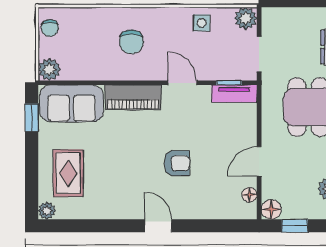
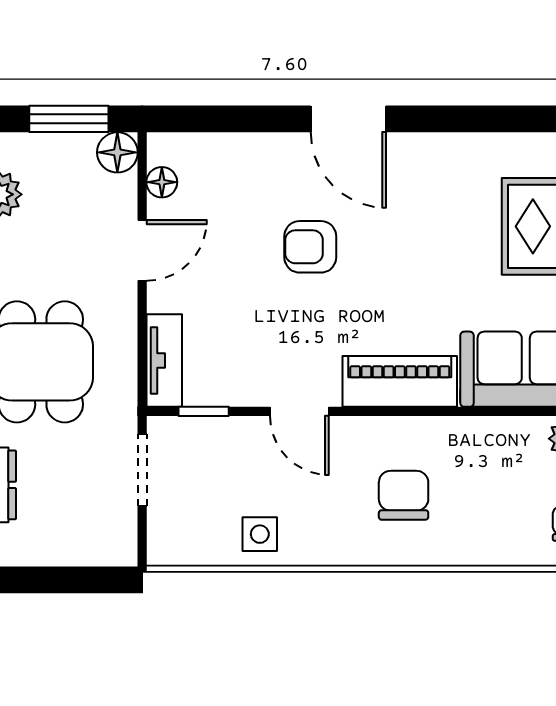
plant: (246, 18) -> (170, 543), removed
tv unit: (234, 94) -> (164, 361), moved, turned 90
door: (158, 226) -> (348, 119), width x1.38
window: (295, 226) -> (69, 119), width x1.50

